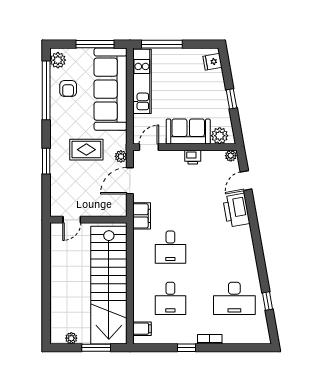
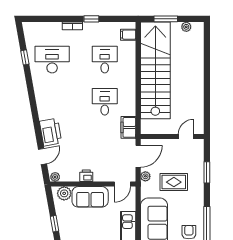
door: (72, 220) -> (186, 136), moved
wall: (88, 220) -> (172, 136), moved

